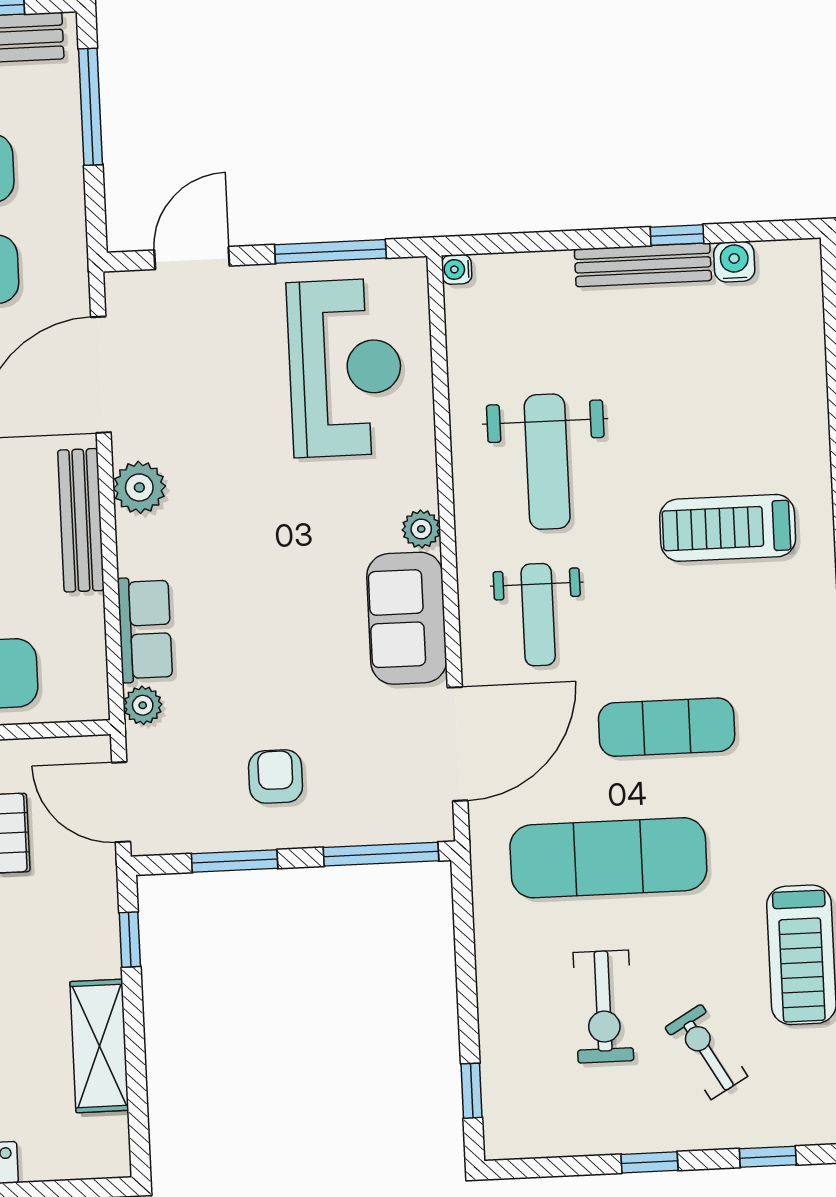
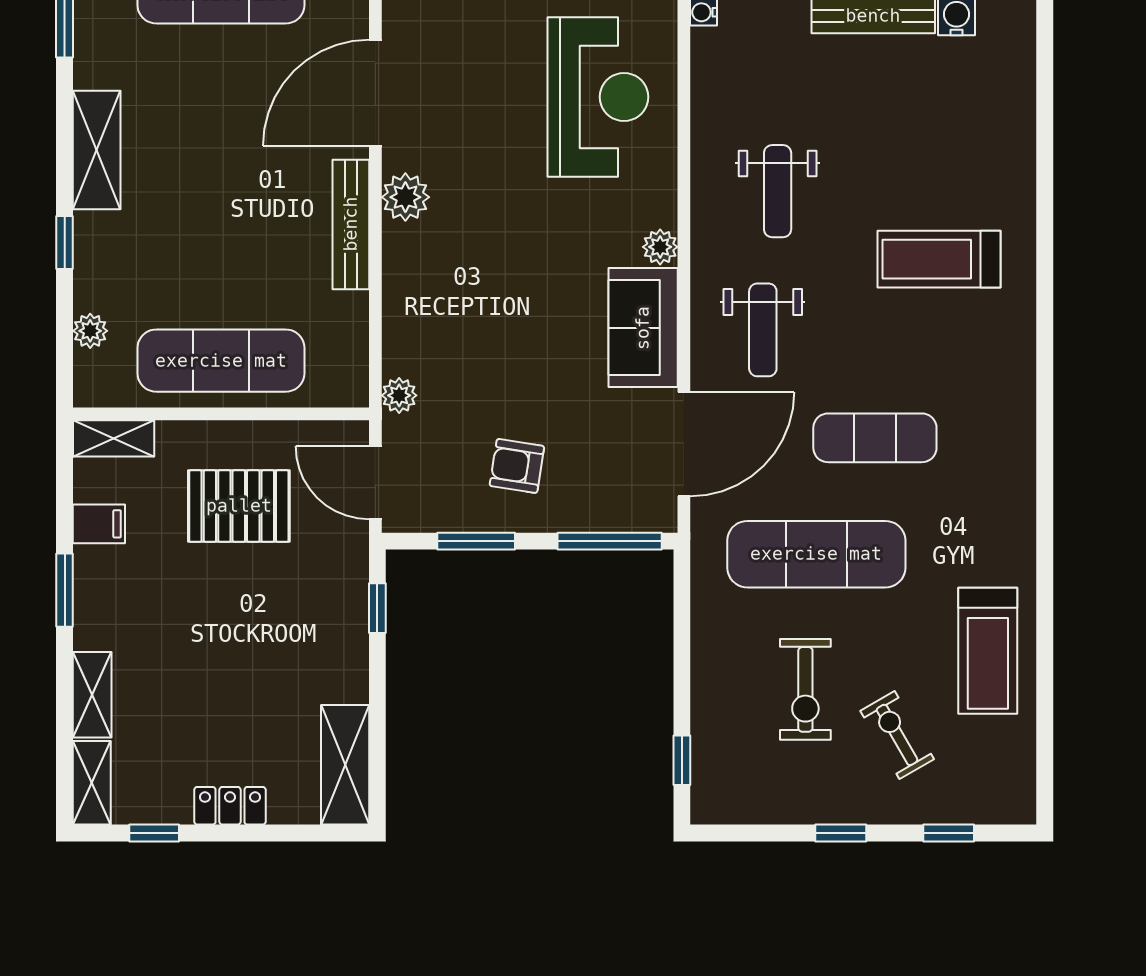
weight bench: (547, 462) -> (778, 191), width x0.73, depth x0.75
row of seats: (145, 630) -> (404, 327), removed
armchair: (276, 777) -> (517, 466), turned -81
shelving: (99, 1046) -> (345, 765), moved

